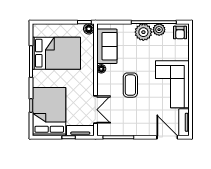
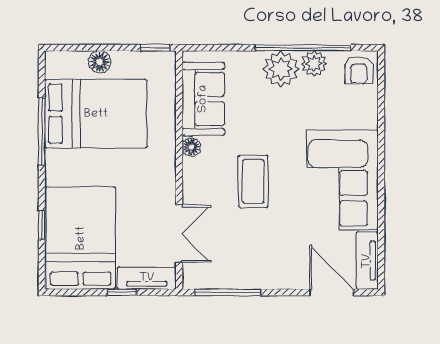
floor lamp: (89, 29) -> (100, 62), moved

